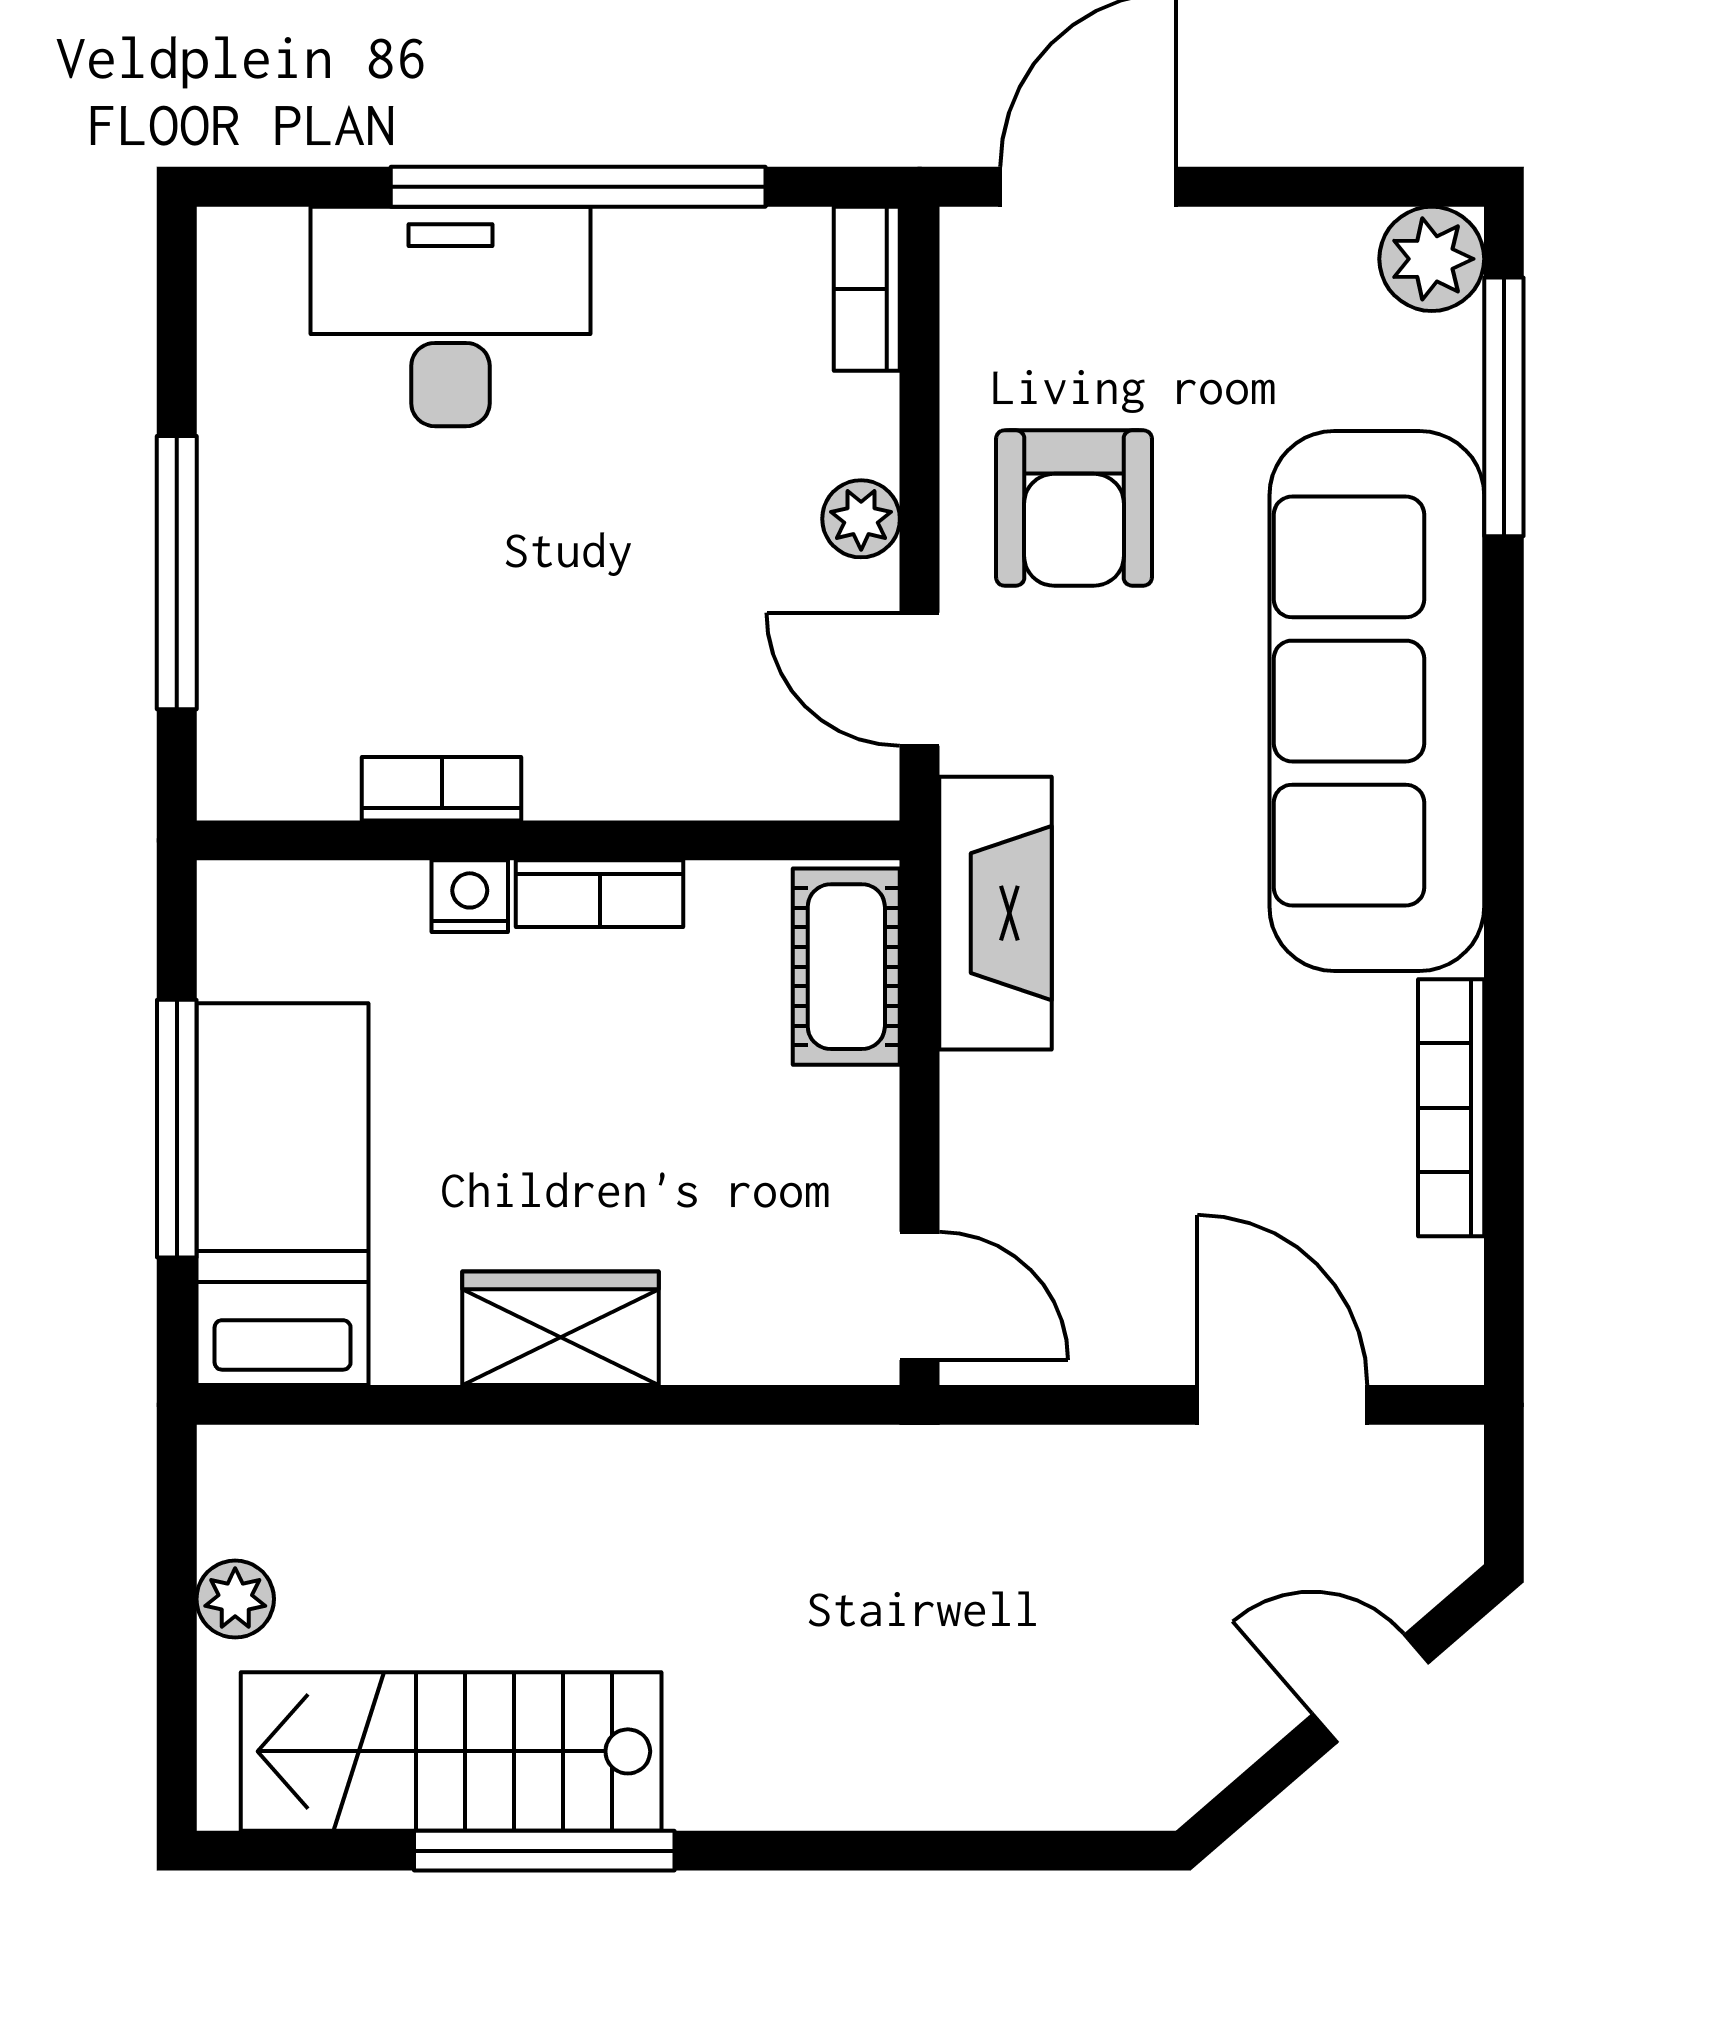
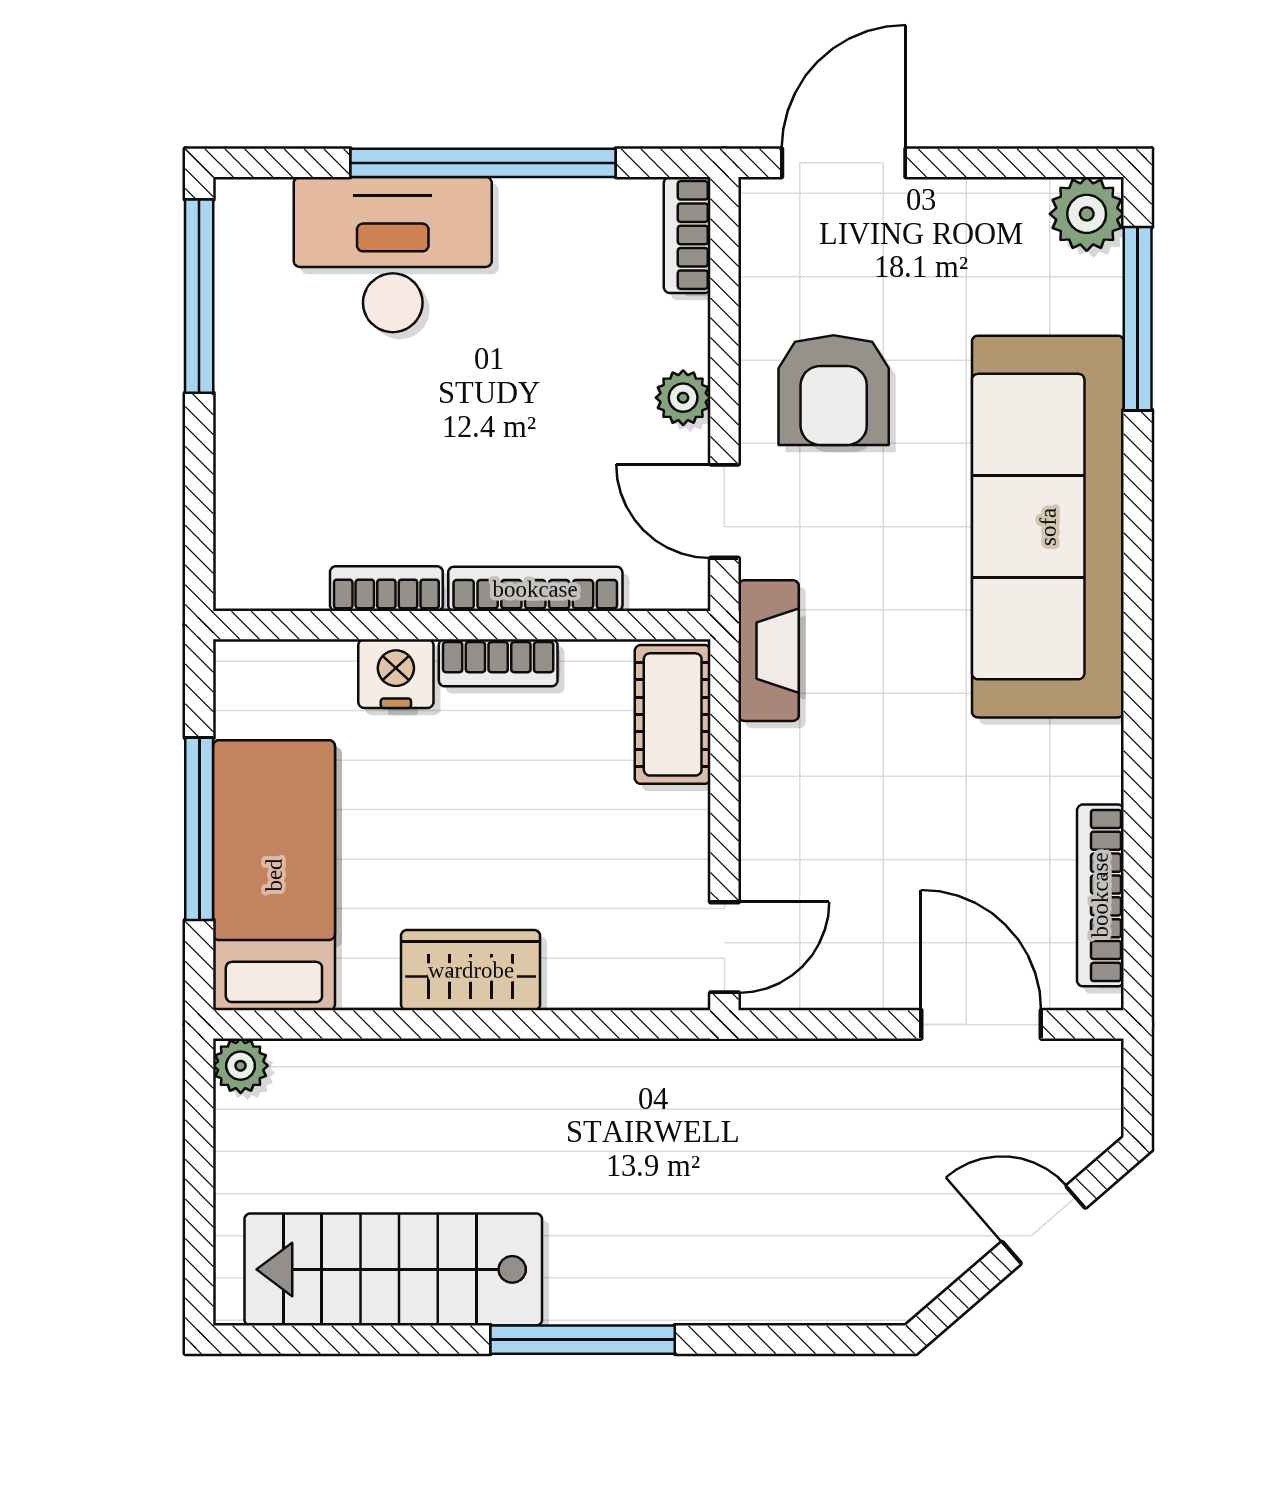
window: (177, 573) -> (199, 296), moved
bookcase: (652, 789) -> (535, 589), added
nightstand: (470, 896) -> (396, 674), width x1.39, depth x1.35
fireplace: (995, 913) -> (769, 651), width x0.73, depth x0.76
bookcase: (1451, 1108) -> (1100, 895), moved
door: (920, 1296) -> (724, 947), hinge flipped
plant: (235, 1599) -> (241, 1066), moved
window: (544, 1851) -> (583, 1340), moved

